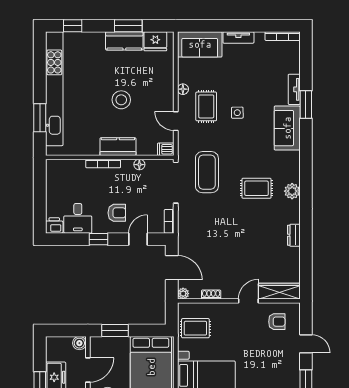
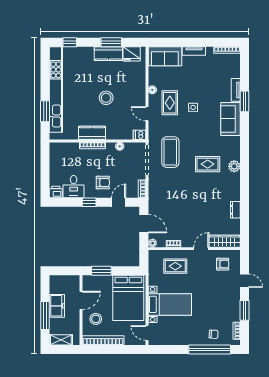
kitchen counter: (118, 147) -> (92, 133), moved
dresser: (294, 235) -> (235, 210), moved
rug: (195, 328) -> (175, 266), moved
boiler: (79, 343) -> (75, 280), removed

